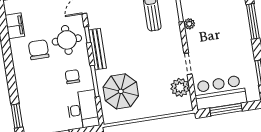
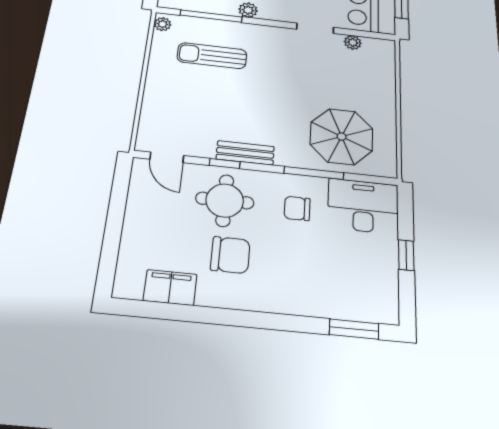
bench: (98, 49) -> (245, 153), width x0.73
chair: (39, 50) -> (230, 255), turned 180
plant: (180, 87) -> (353, 42), width x0.53, depth x0.53

